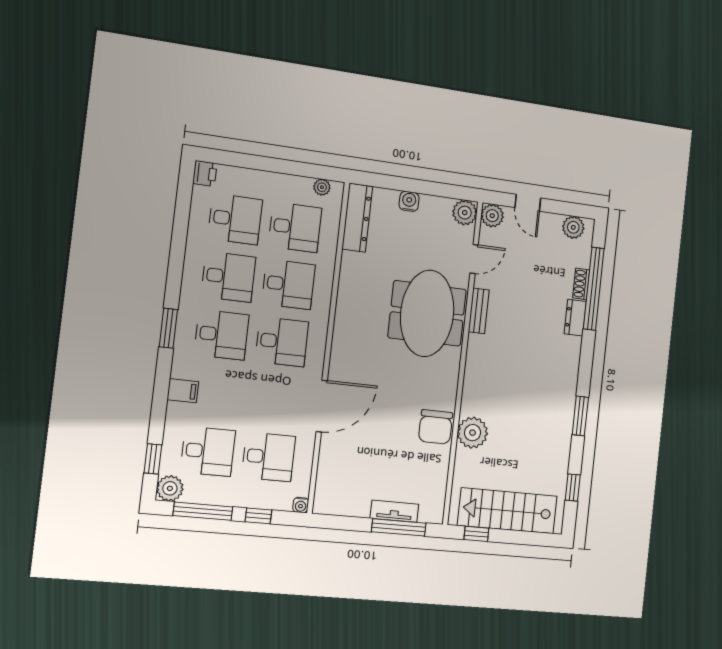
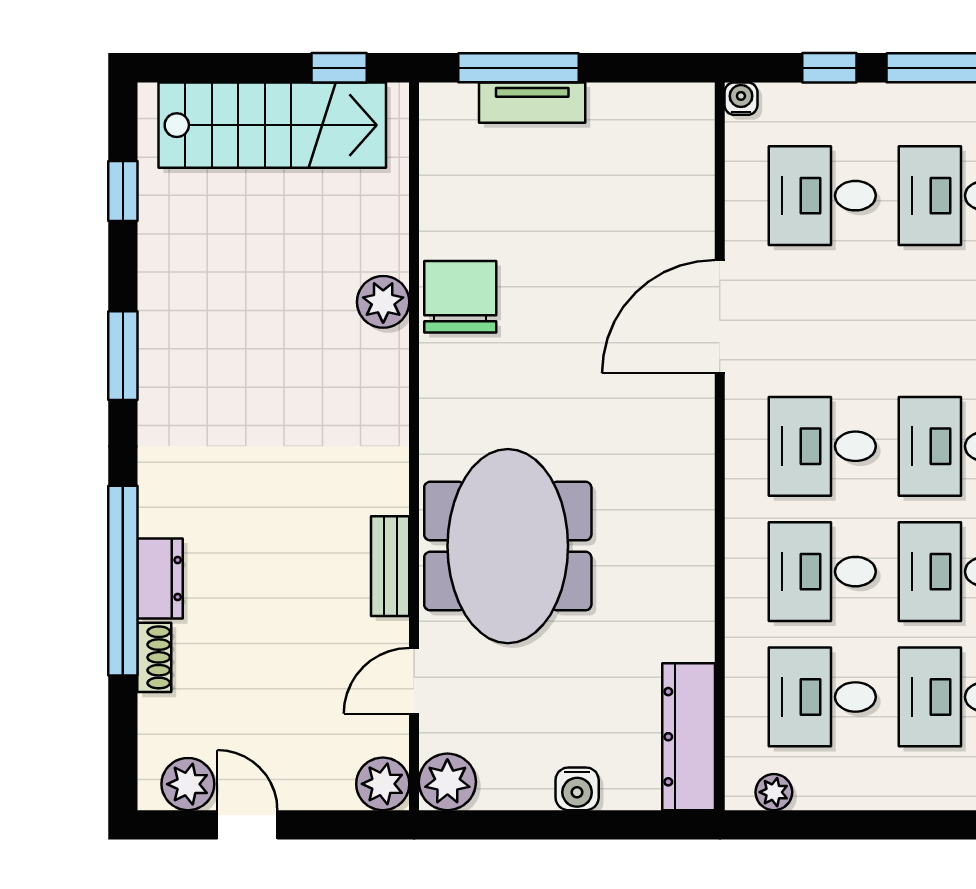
door: (528, 203) -> (247, 825), moved
window: (594, 289) -> (123, 581), moved
plant: (473, 433) -> (383, 302), width x0.73, depth x0.73

